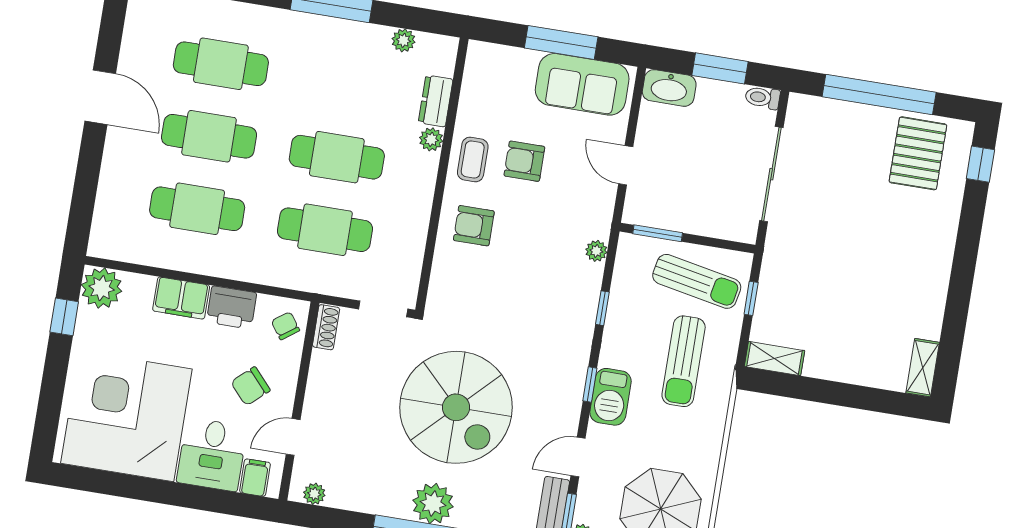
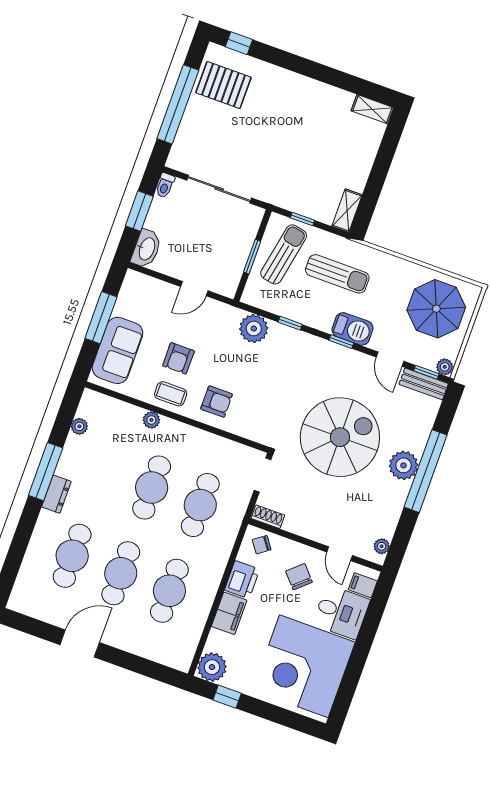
sofa: (582, 84) -> (118, 350), moved
dresser: (436, 101) -> (56, 494), moved, turned -90
armchair: (474, 226) -> (217, 402), turned -90
window: (658, 233) -> (252, 257), moved
plant: (596, 251) -> (254, 329), width x1.88, depth x1.88
chair: (250, 386) -> (299, 577), turned 180

